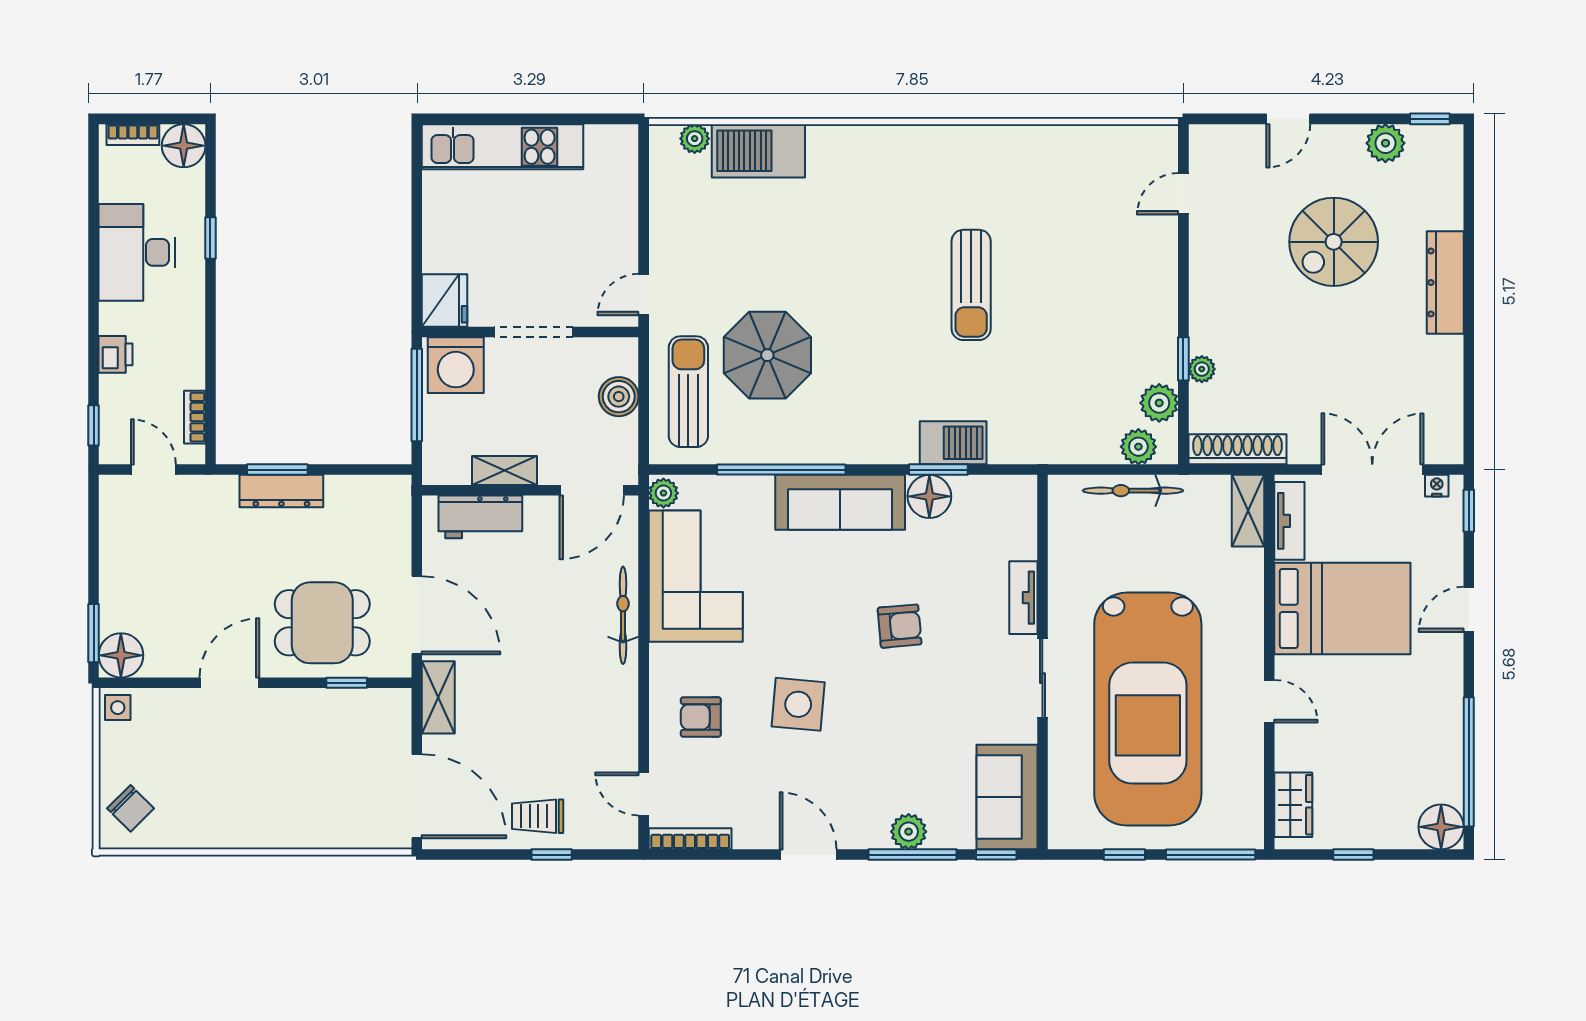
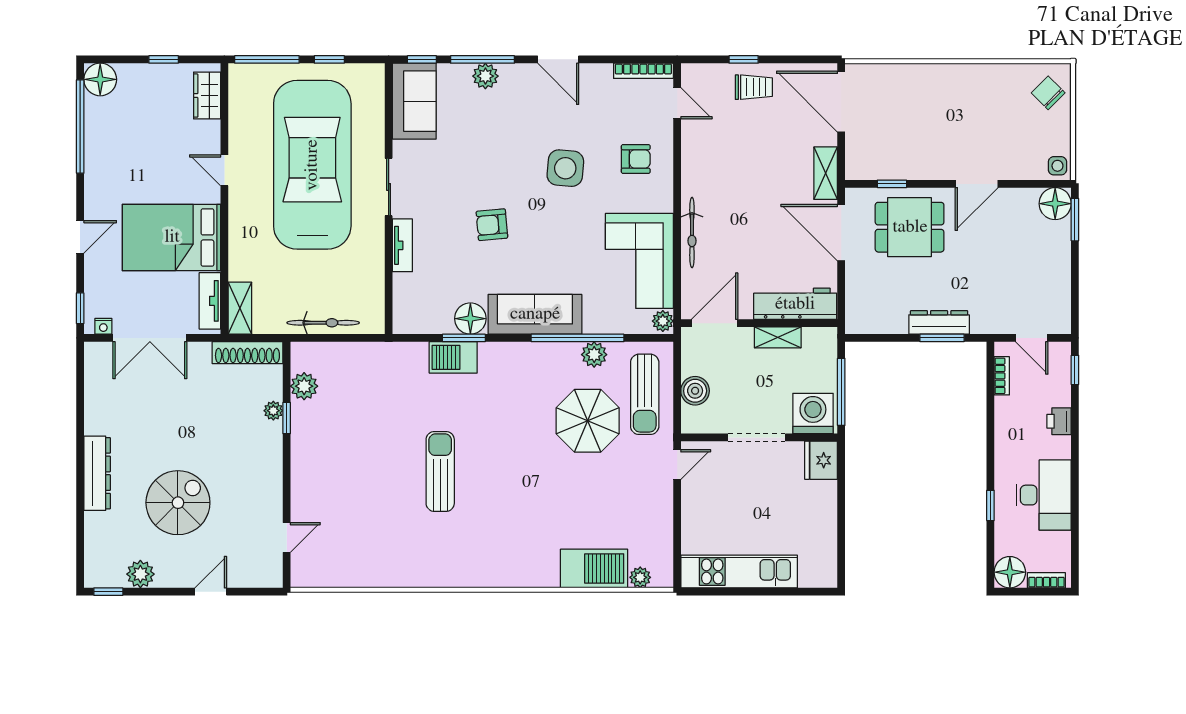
kitchen unit: (502, 147) -> (739, 571), moved
plant: (1138, 447) -> (594, 355), moved
workbench: (480, 517) -> (795, 304), width x1.38

